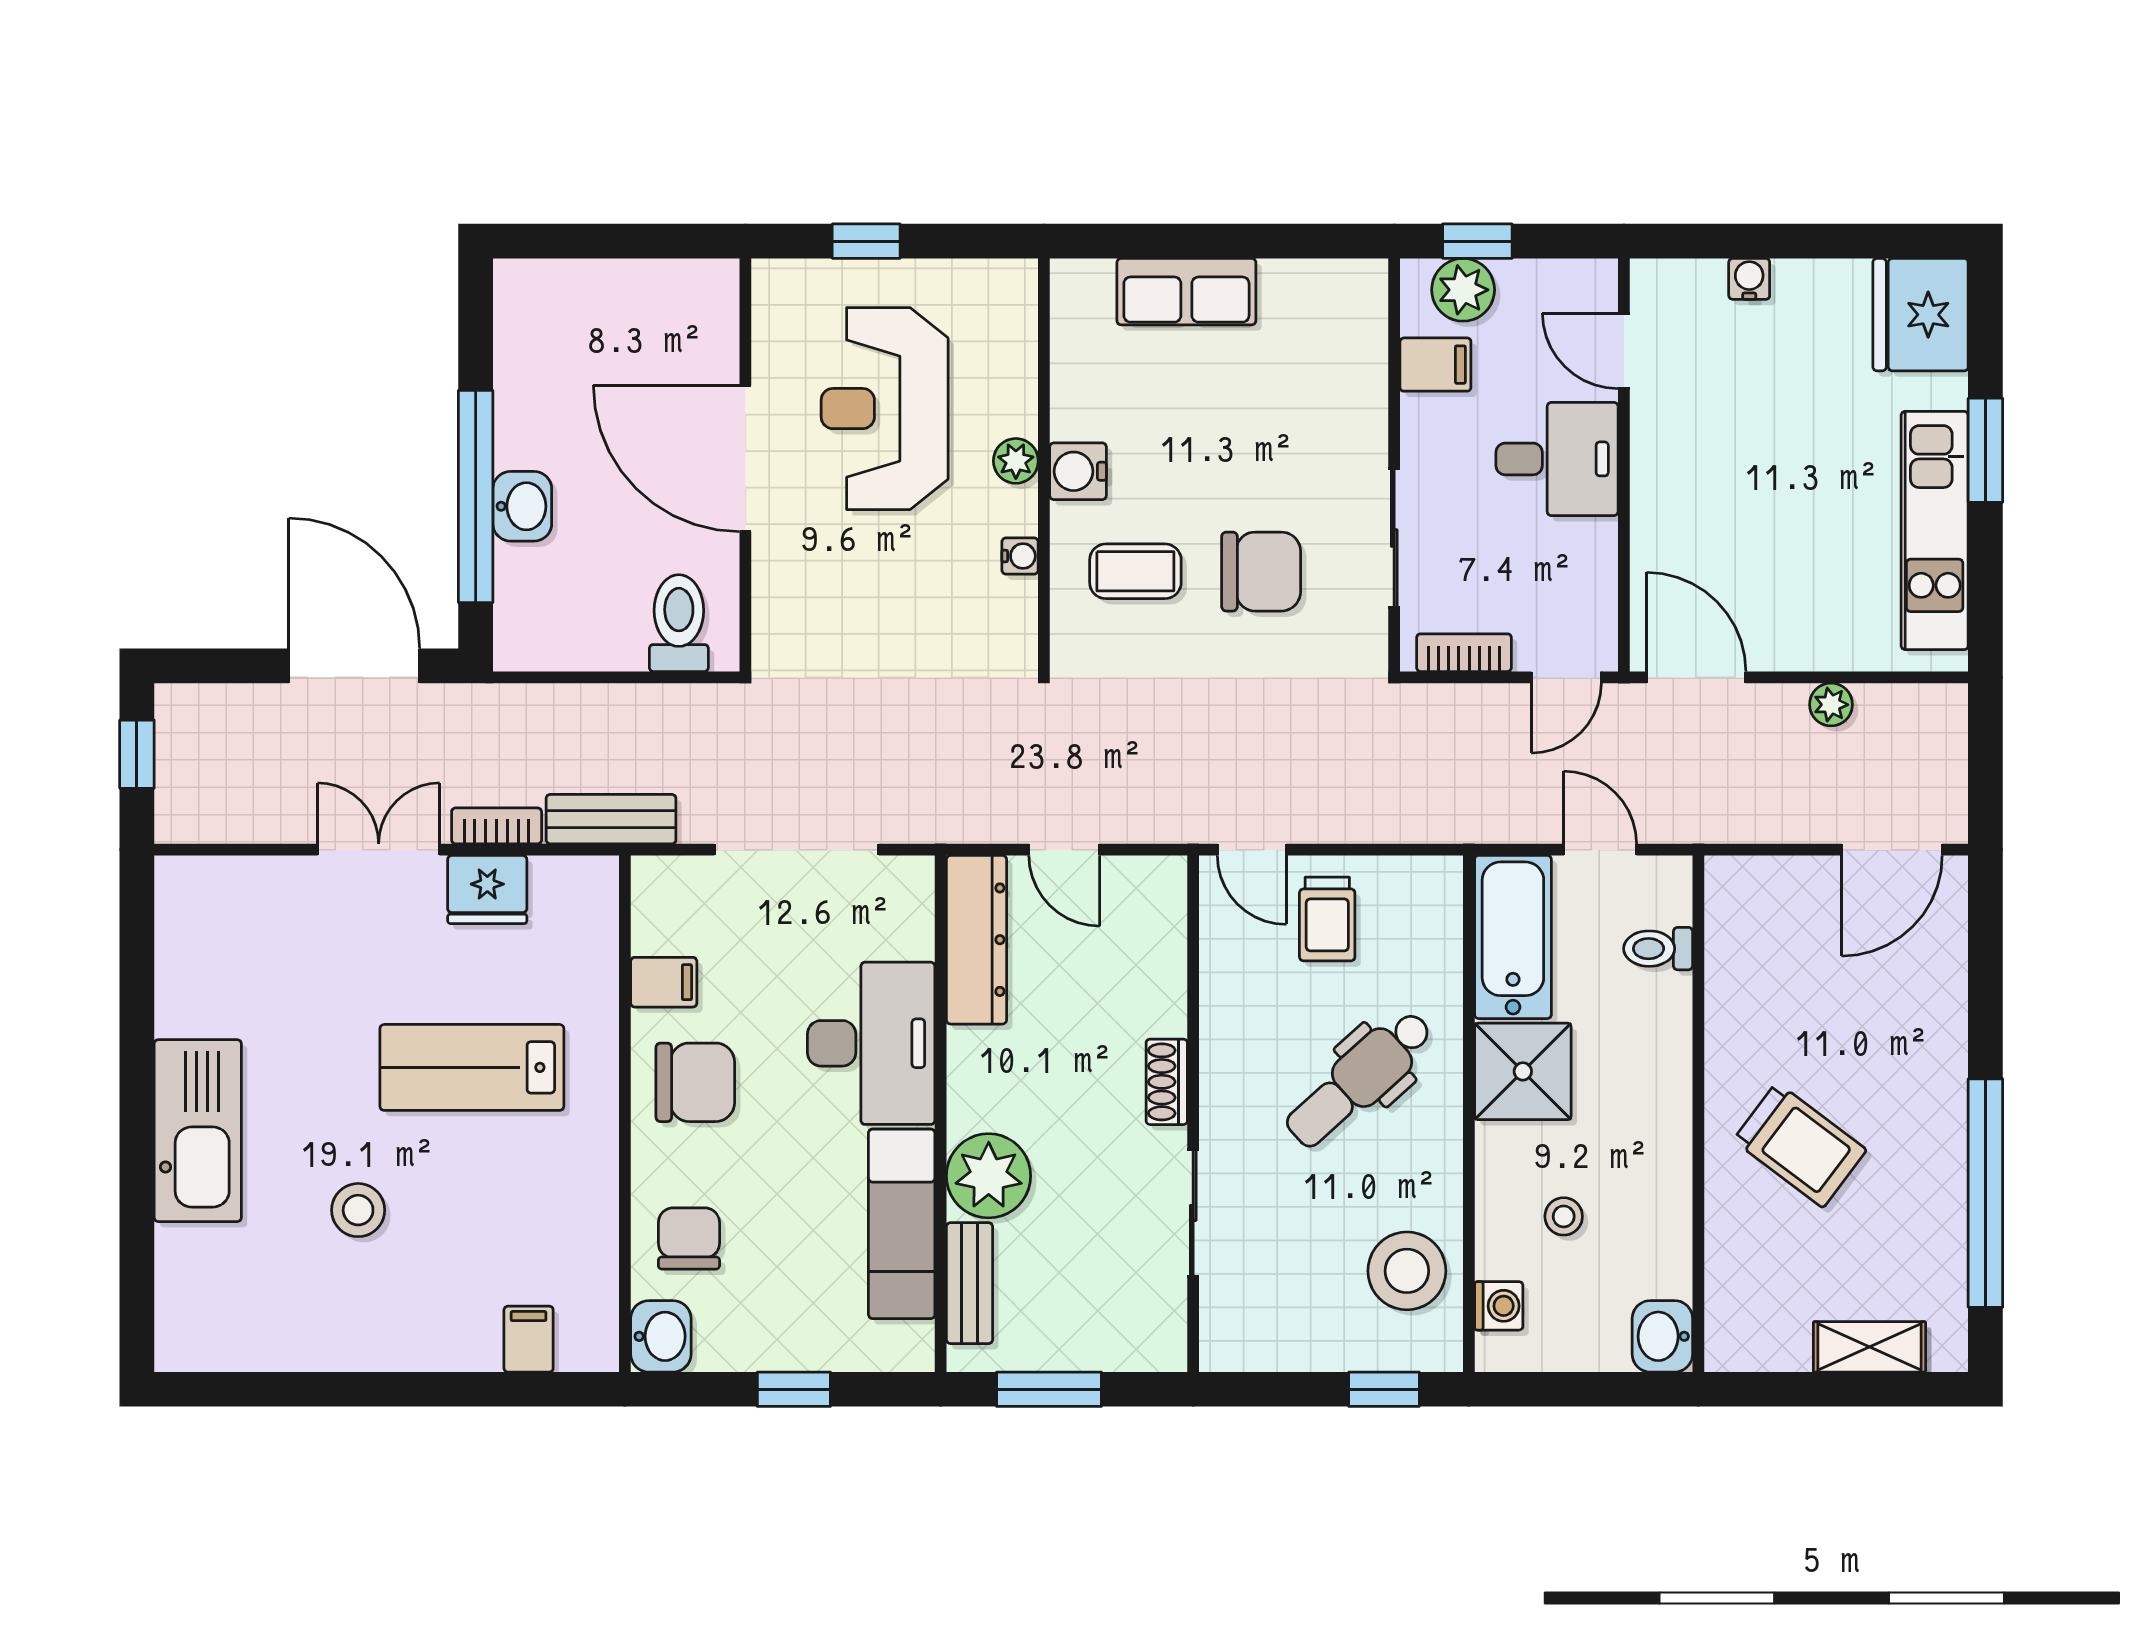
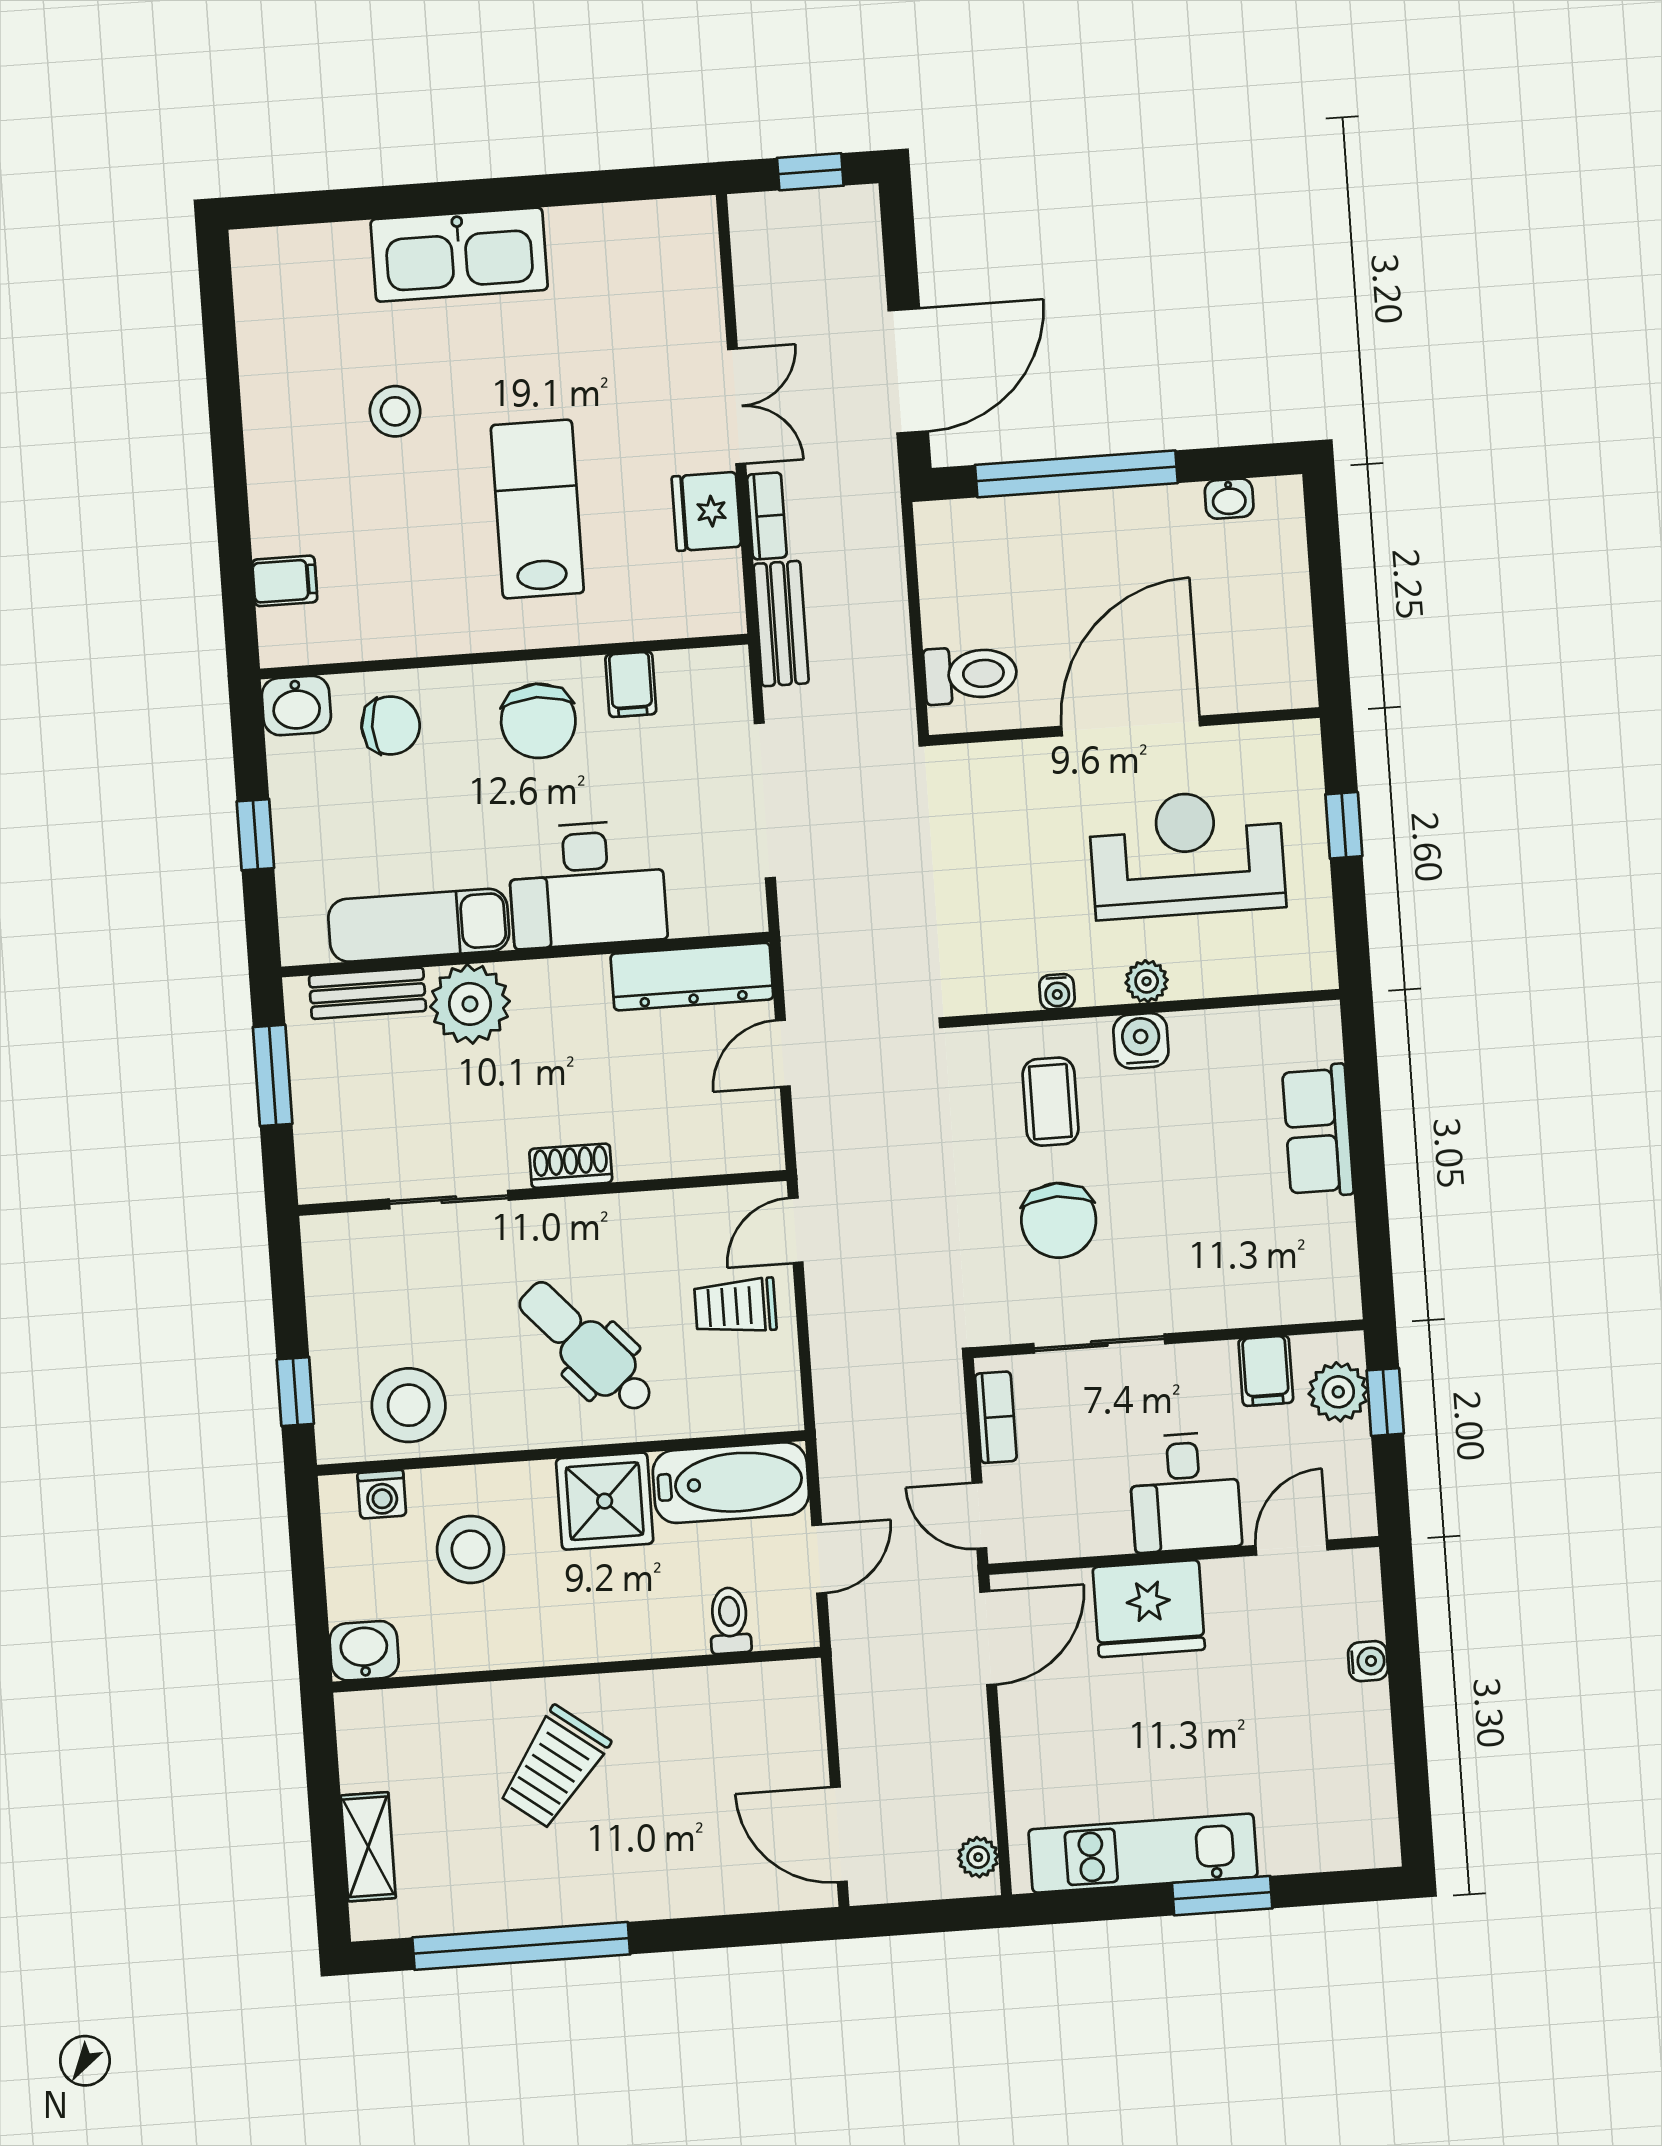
fridge: (1921, 315) -> (1149, 1609), moved, turned 180
washbasin: (522, 506) -> (1229, 499), moved, width x0.72, depth x0.69
plant: (1831, 705) -> (978, 1857), moved
stool: (1564, 1216) -> (471, 1549), width x1.89, depth x1.89

